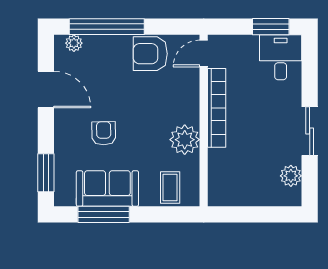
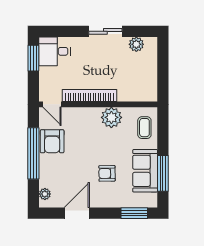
window: (107, 27) -> (33, 153), moved
coffee table: (170, 188) -> (144, 128), turned 90

